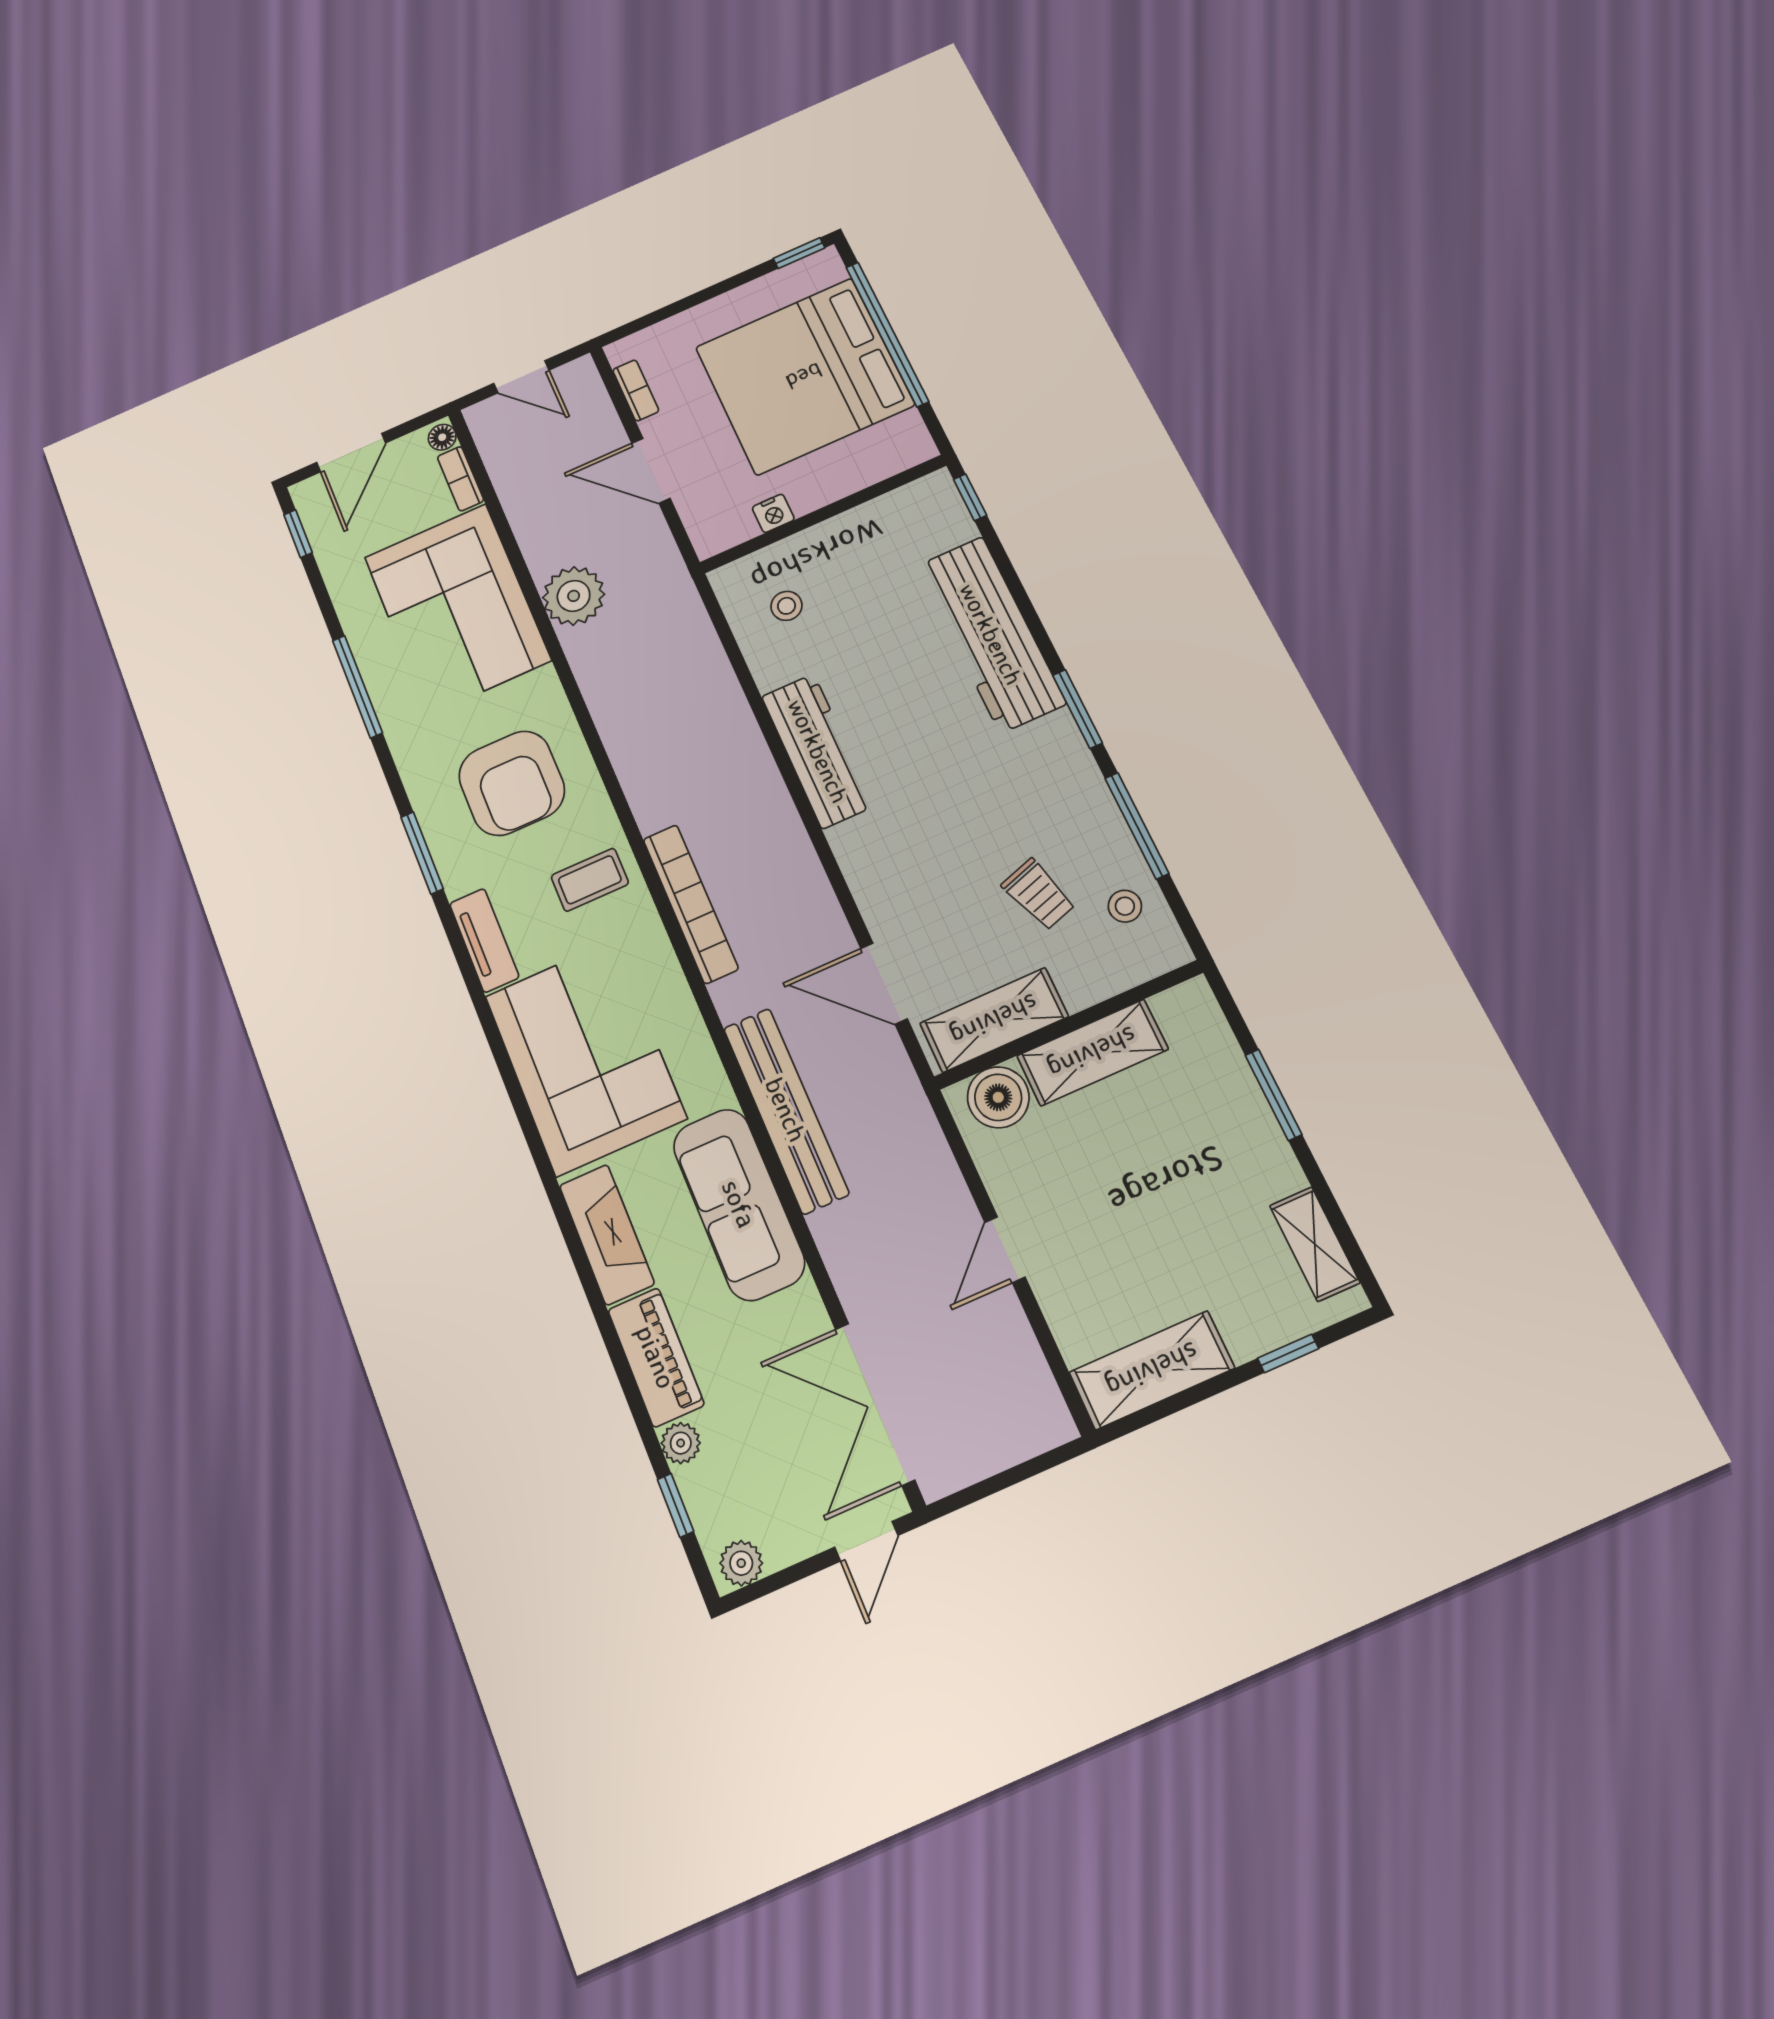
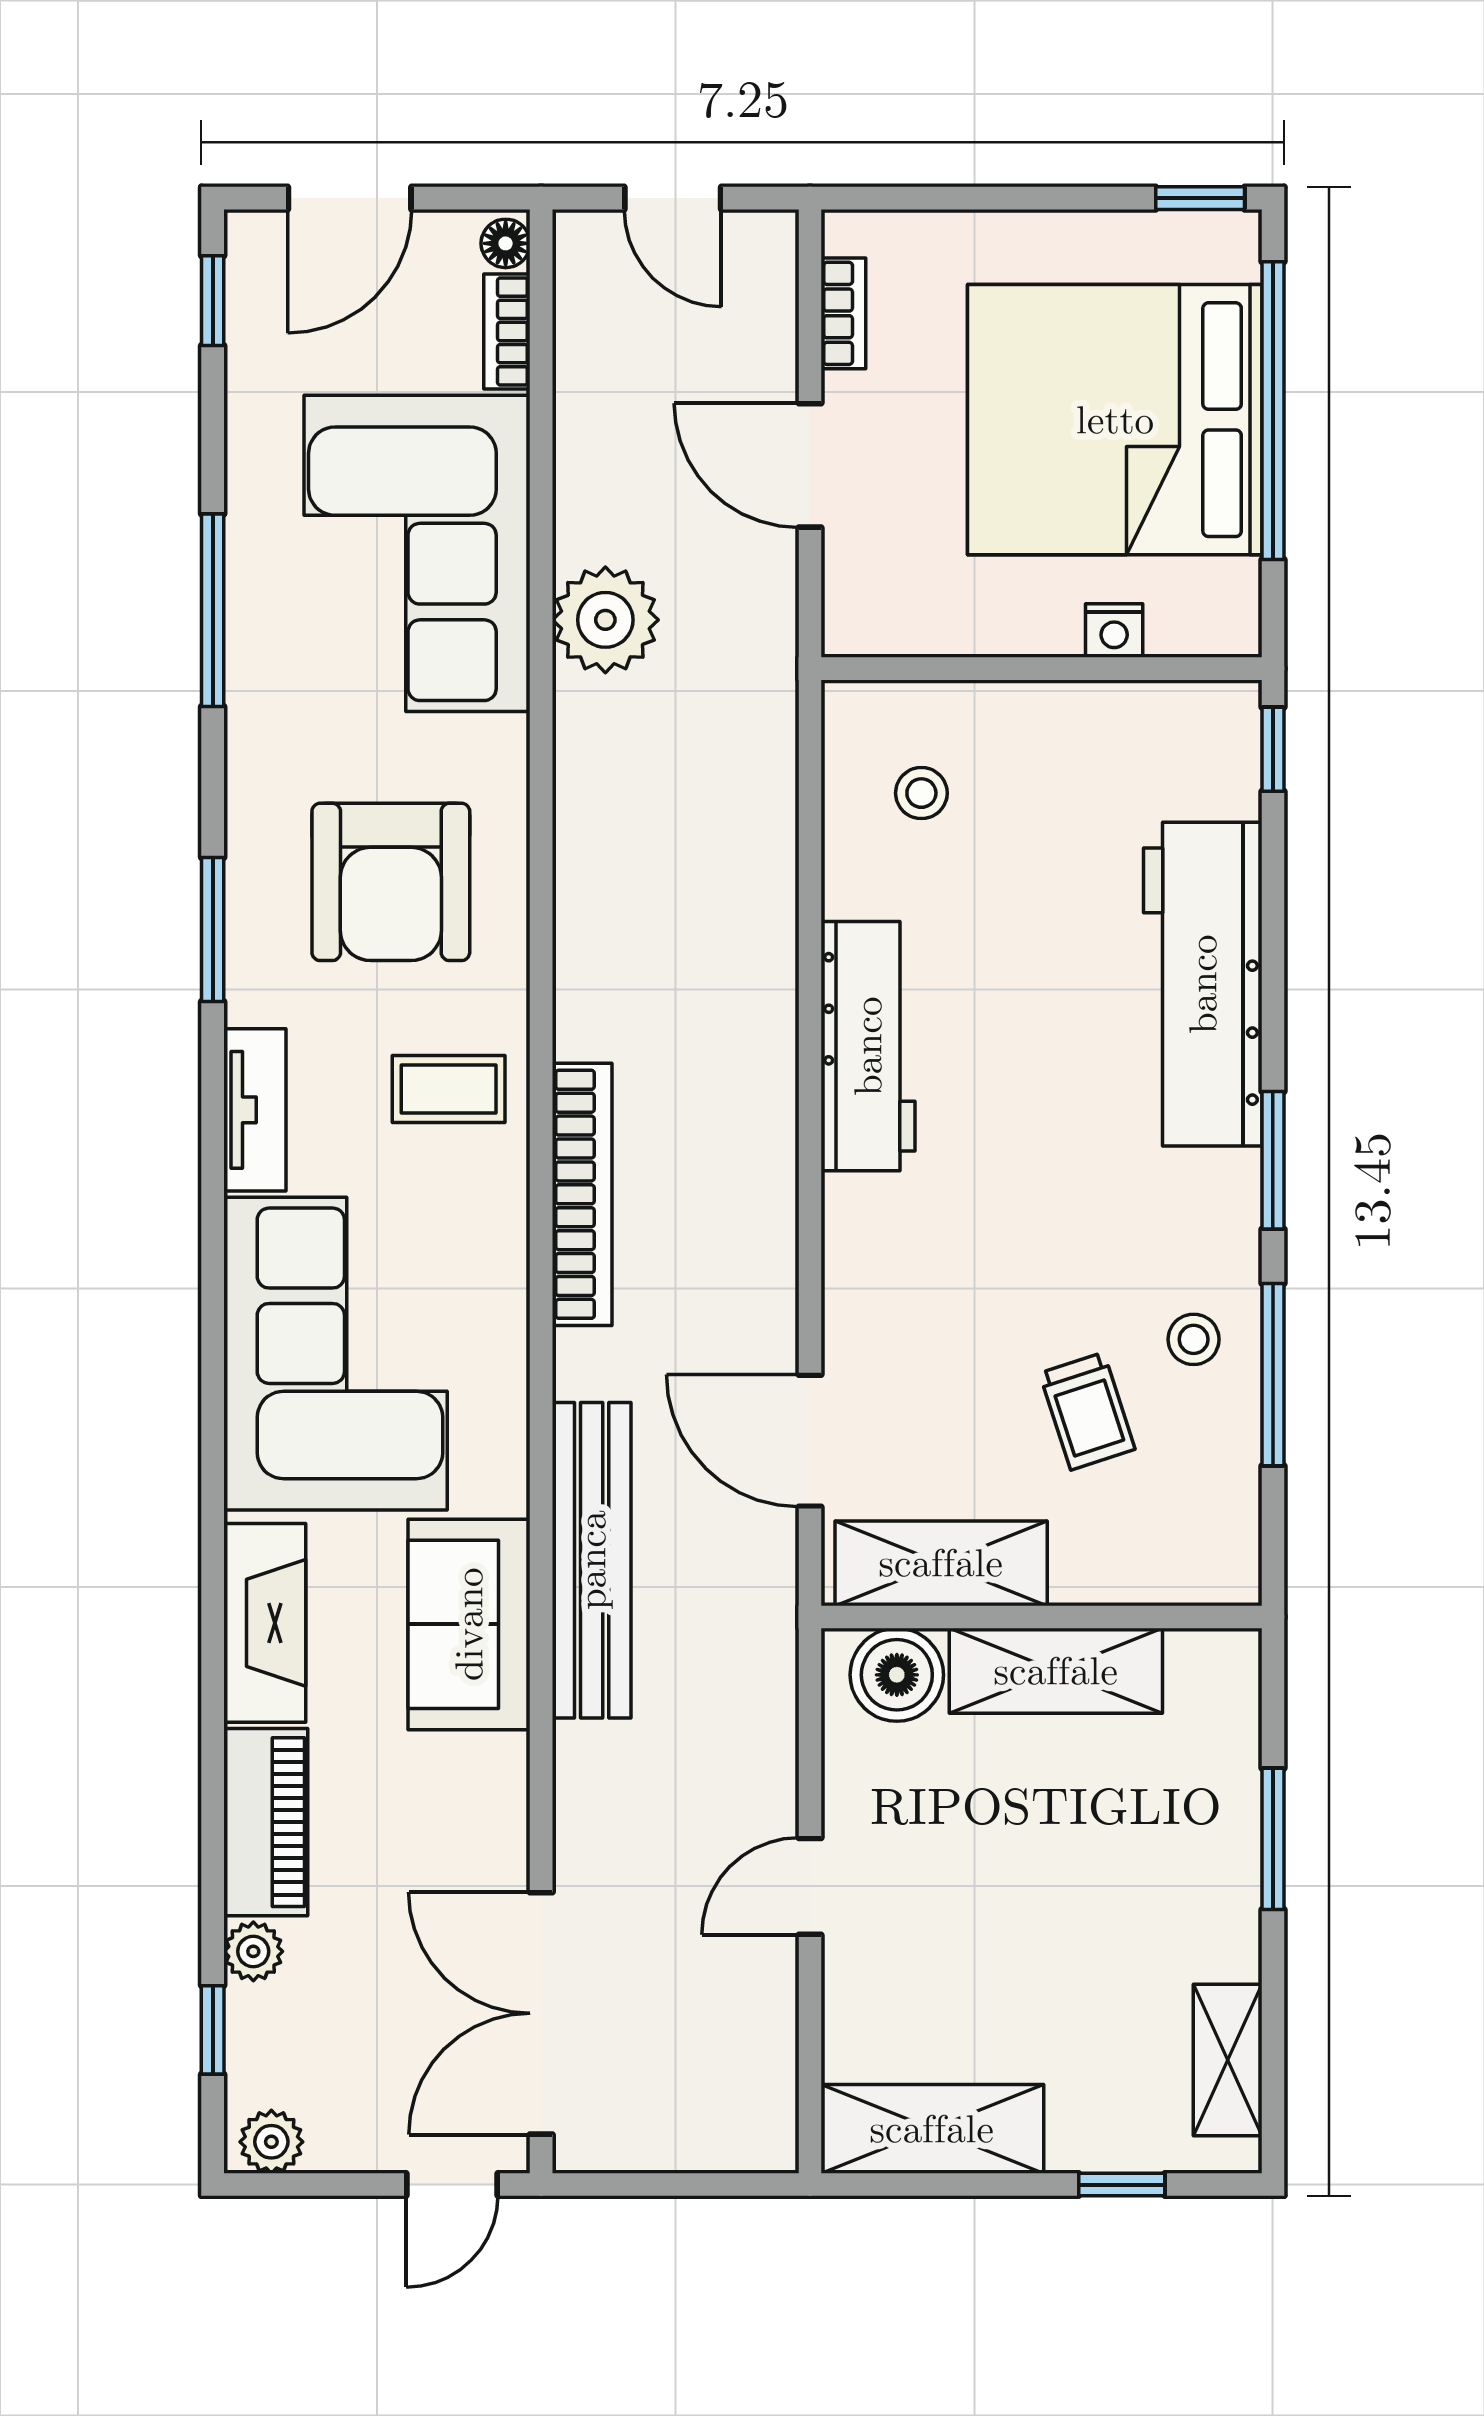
nightstand: (773, 513) -> (1114, 630), moved
stool: (1125, 906) -> (1194, 1339), moved
sofa: (739, 1204) -> (469, 1624), width x0.73

